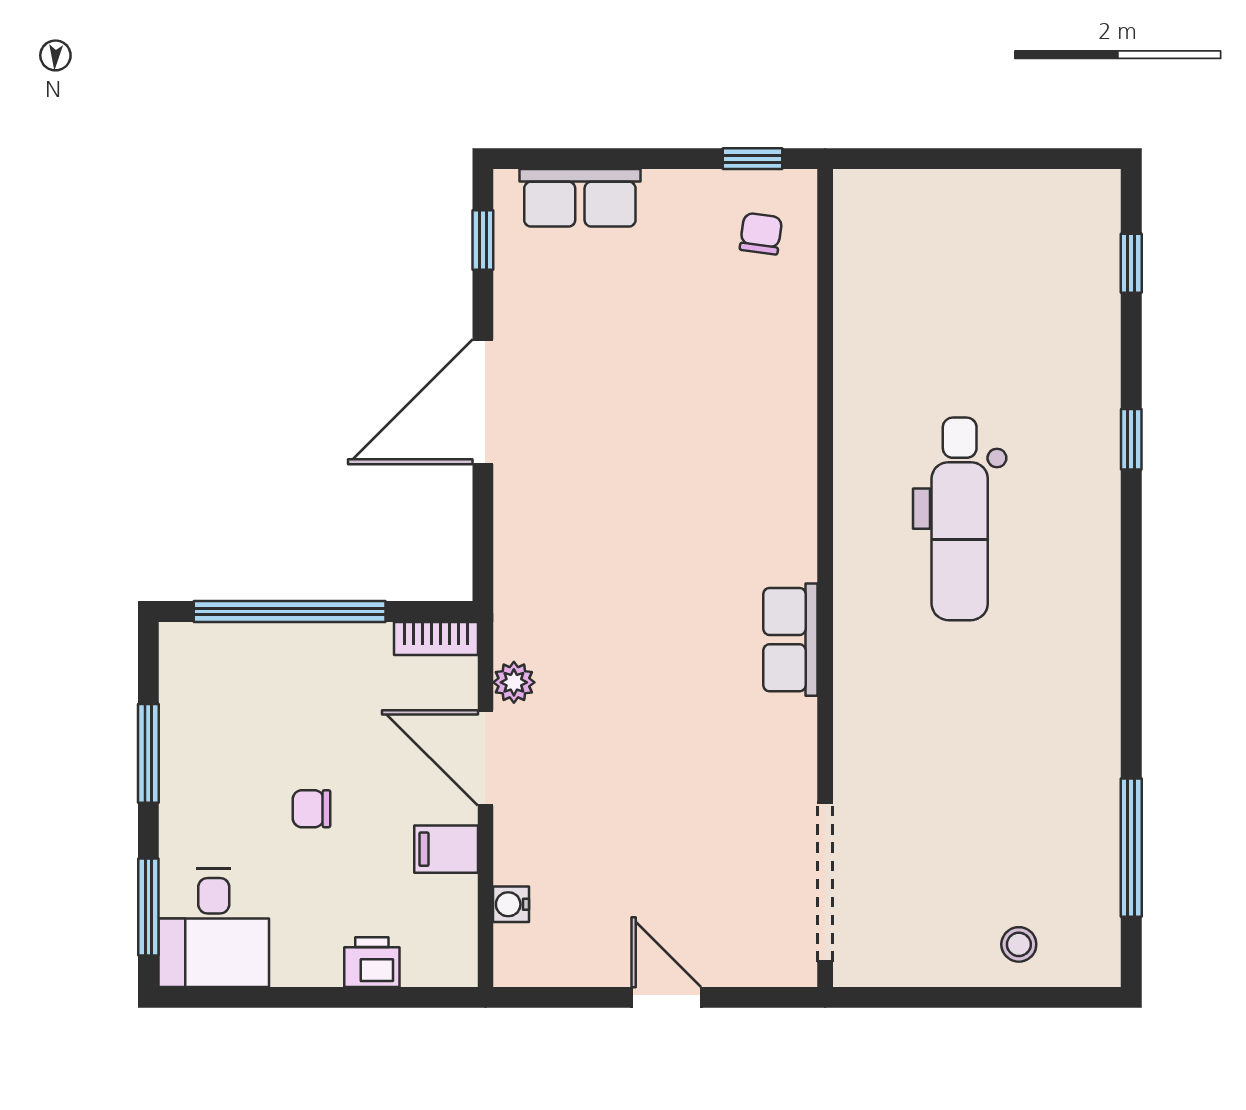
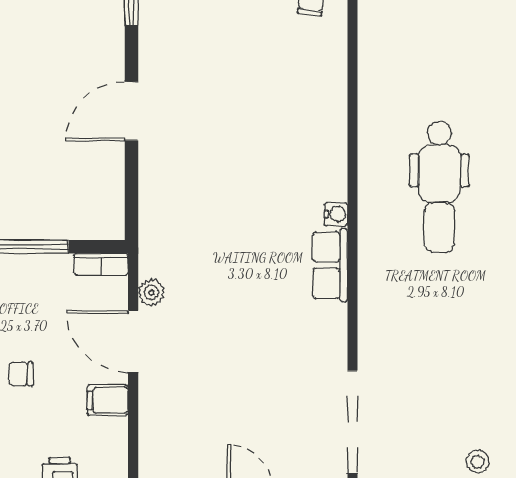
door: (483, 402) -> (131, 111), width x0.73
water cooler: (511, 904) -> (336, 214), moved, turned 180

